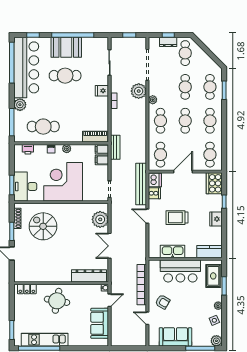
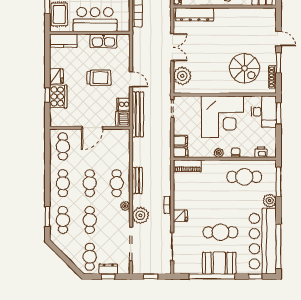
bench: (115, 147) -> (137, 181), moved
cafe table: (160, 155) -> (117, 146), removed
cooker: (214, 183) -> (58, 96), moved

